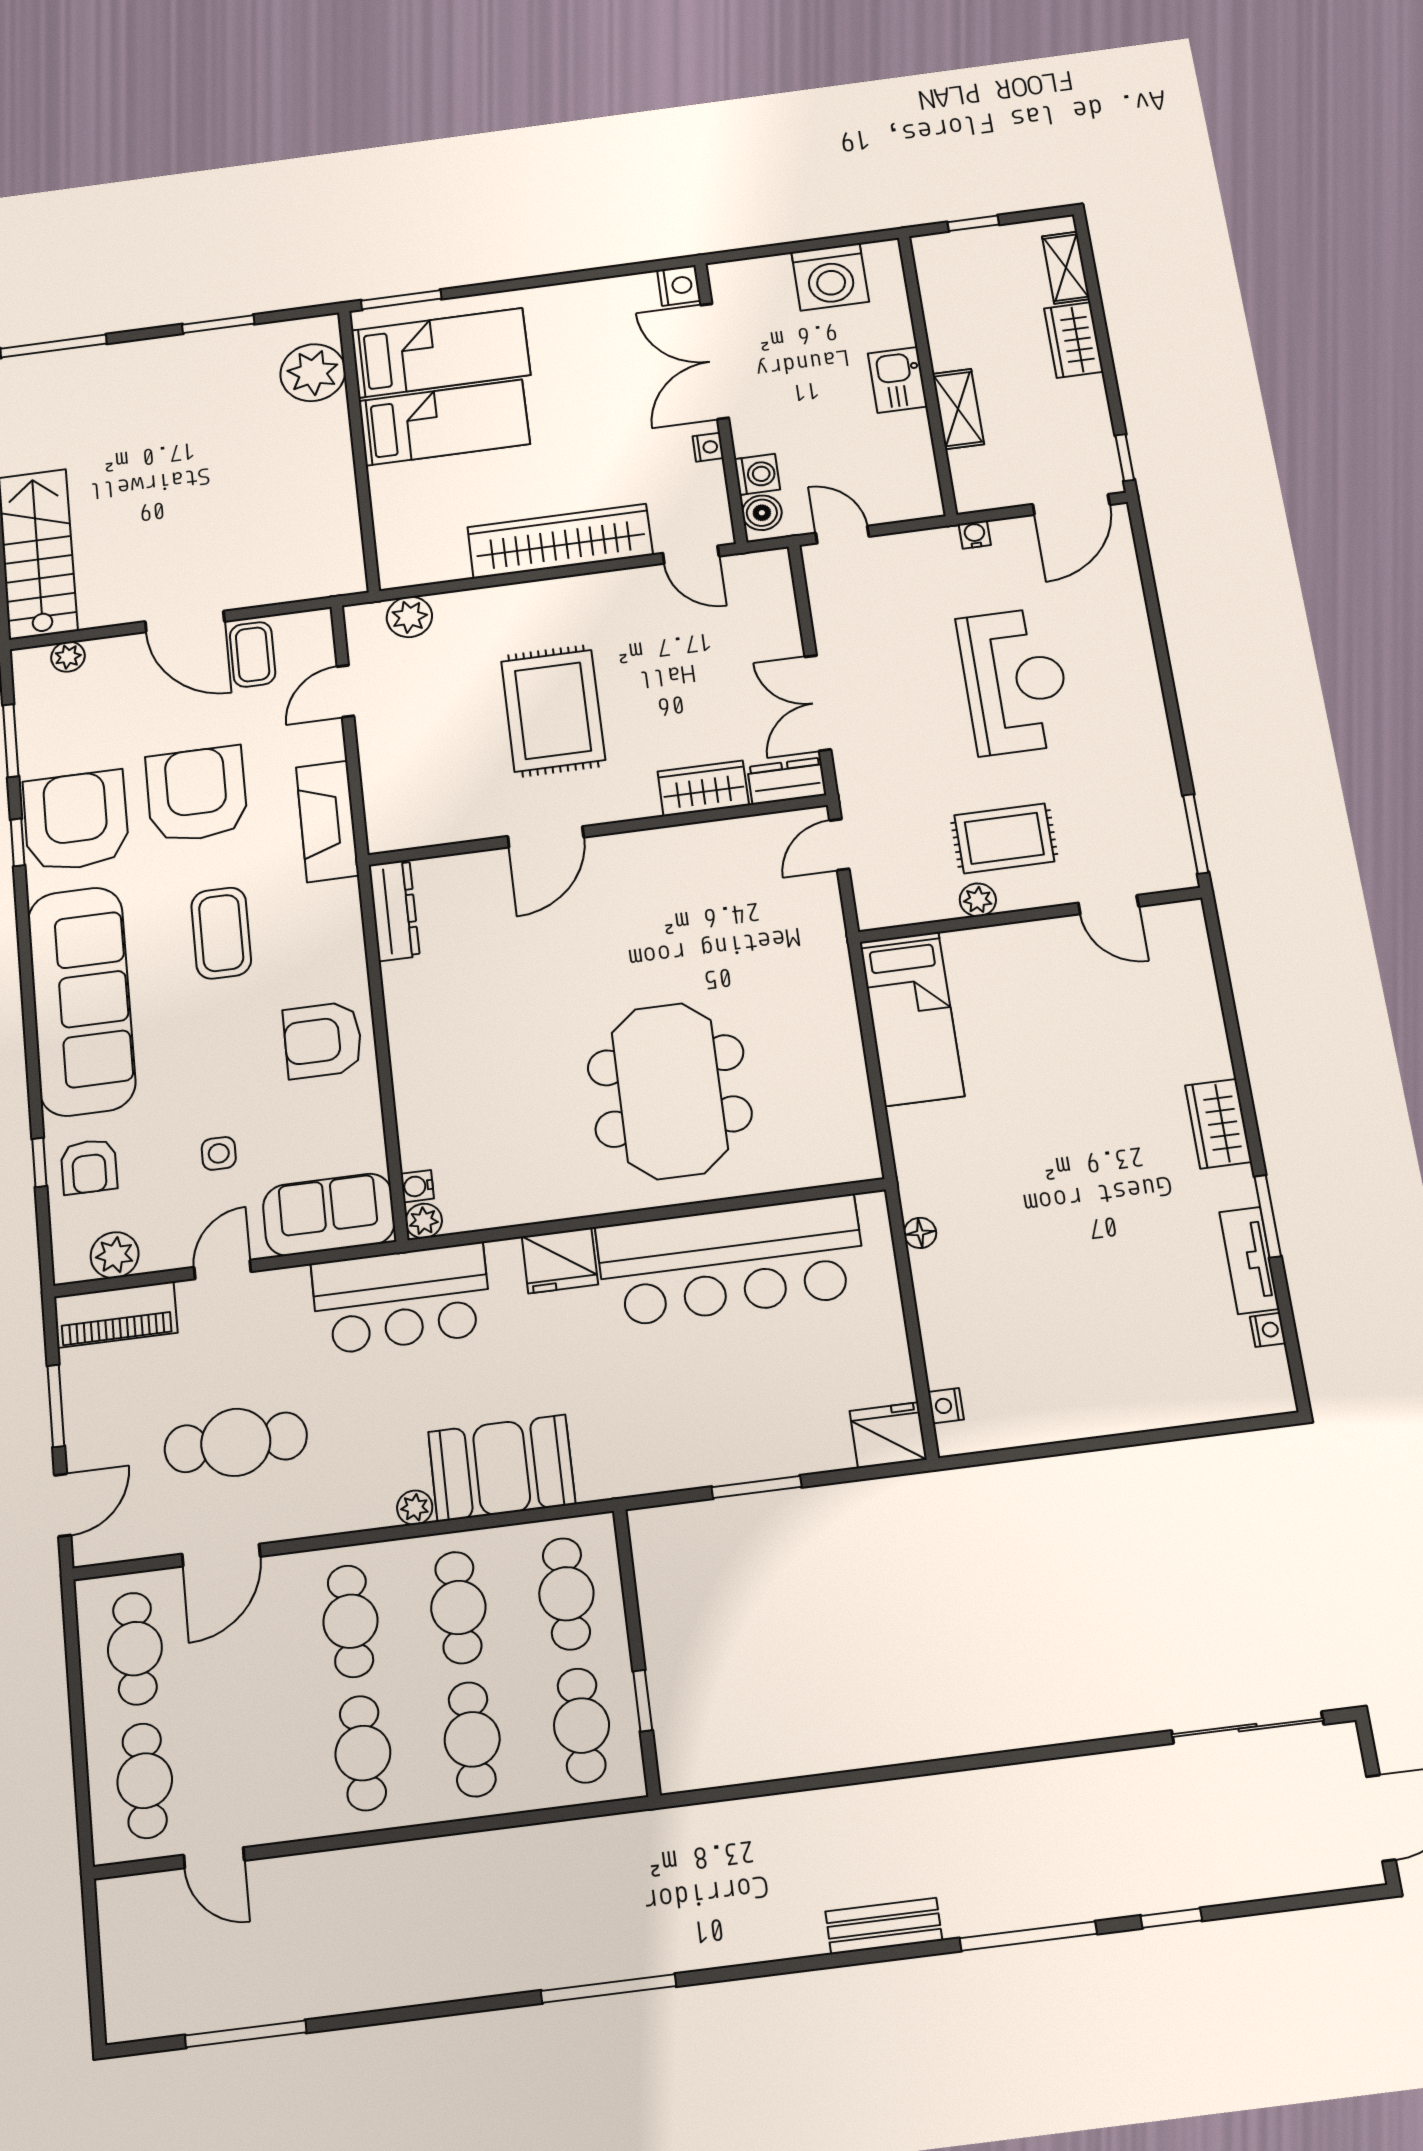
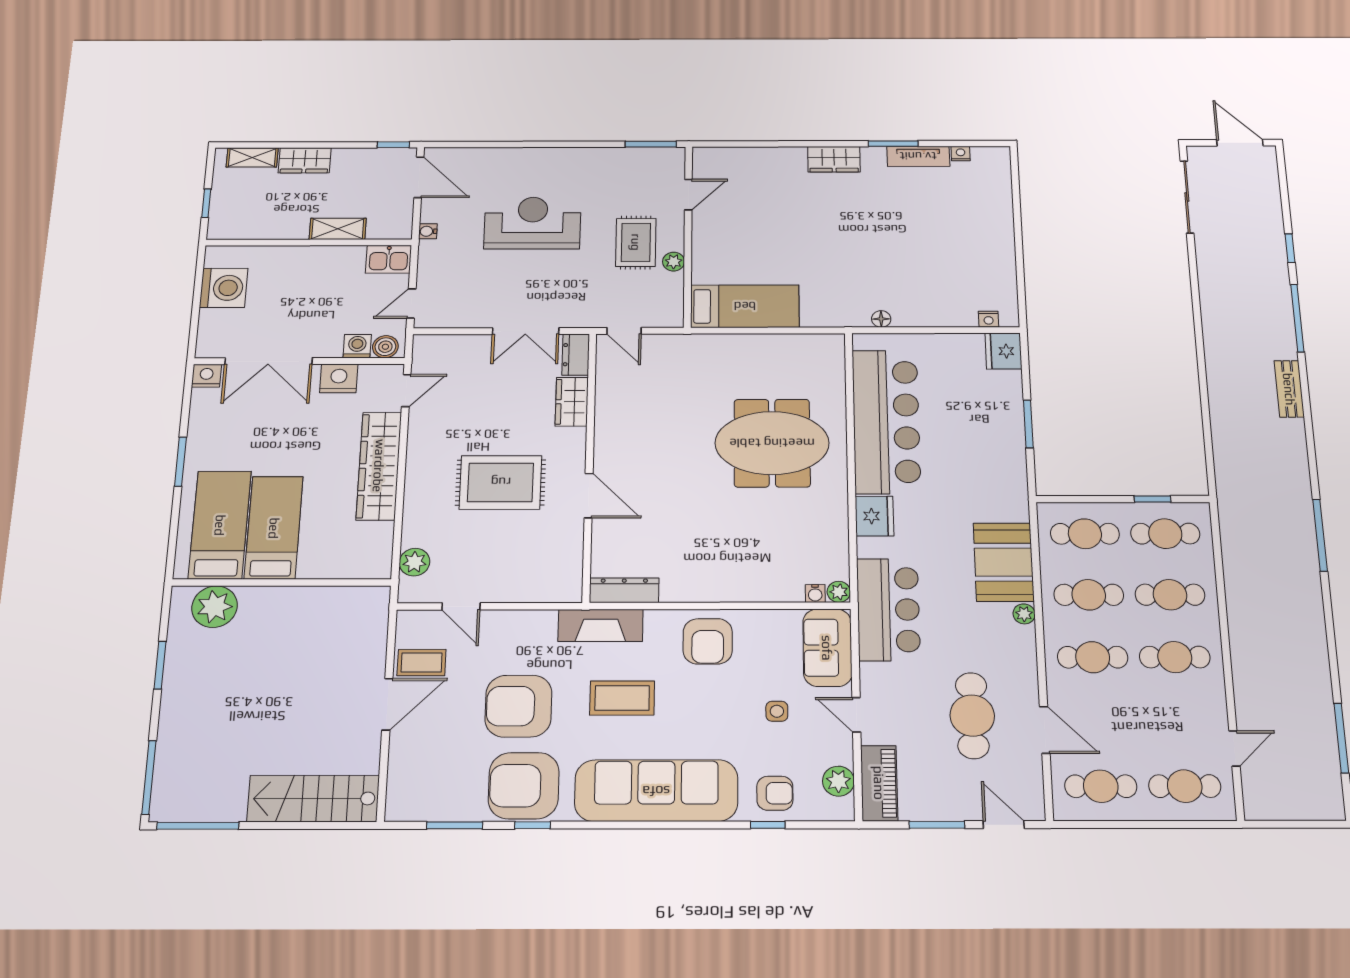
window: (401, 300) -> (180, 462), moved
kitchen sink: (898, 380) -> (389, 259), moved
nightstand: (708, 447) -> (339, 378), width x1.89, depth x1.79
plant: (68, 657) -> (398, 783), removed
fireplace: (327, 821) -> (601, 625), moved

